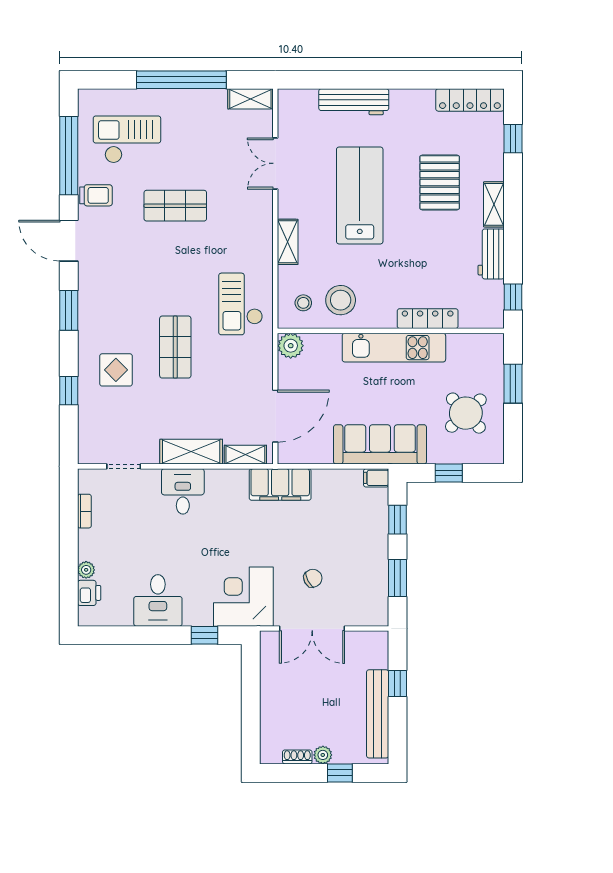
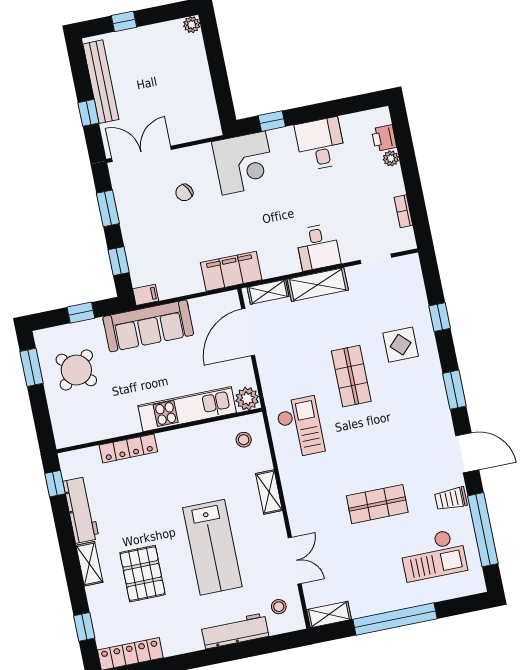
workbench: (491, 254) -> (81, 510), width x1.38
stool: (341, 300) -> (279, 607), moved, width x0.53, depth x0.53
kitchen unit: (394, 348) -> (187, 409), moved
window: (513, 384) -> (31, 367), moved
double door: (312, 629) -> (141, 154), moved
plant: (323, 755) -> (192, 25), moved
shoe rack: (297, 757) -> (166, 28), removed

